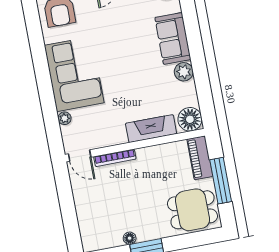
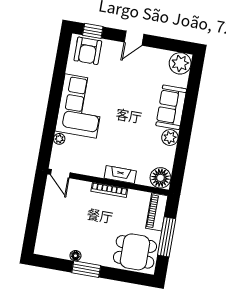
fireplace: (151, 129) -> (120, 175), width x0.73, depth x0.76
bookcase: (115, 158) -> (109, 190), moved

